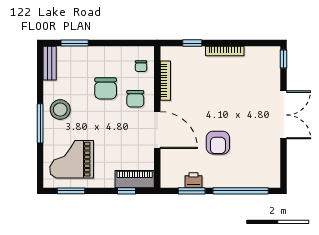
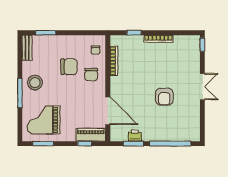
chair: (106, 88) -> (69, 67), turned -90
double door: (284, 115) -> (202, 87), width x0.73
door: (157, 130) -> (108, 111), moved
armchair: (218, 143) -> (164, 97), moved

